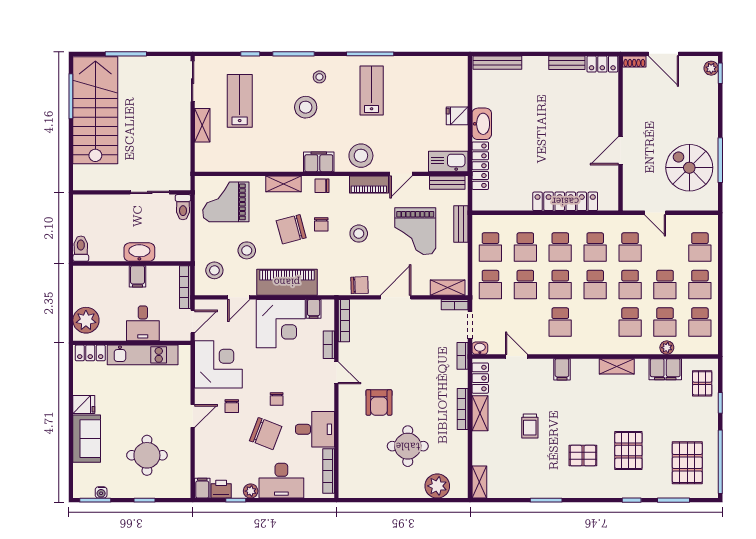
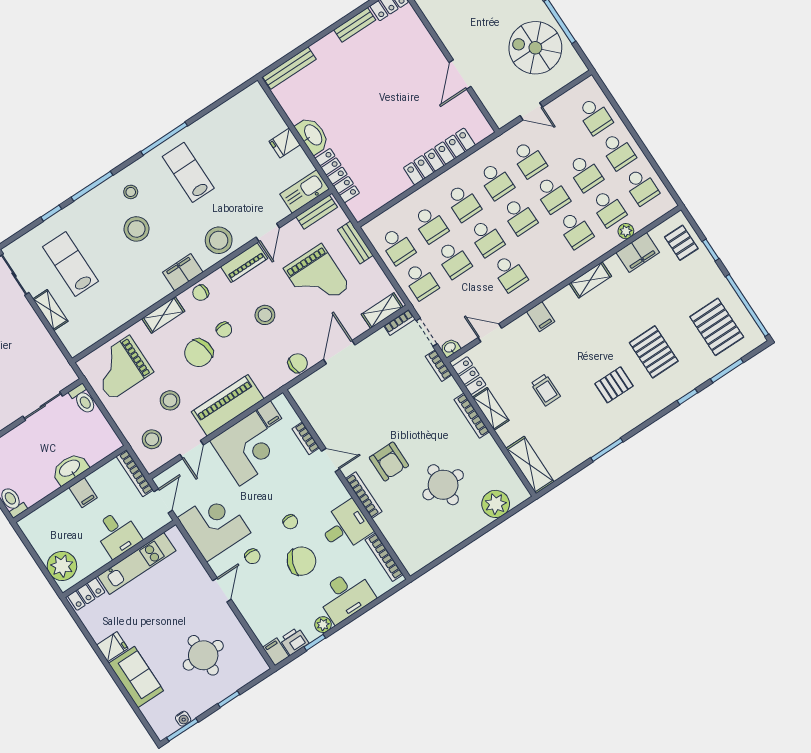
bookcase: (344, 321) -> (364, 495), moved
shelving: (479, 482) -> (530, 465), width x1.50, depth x1.33

